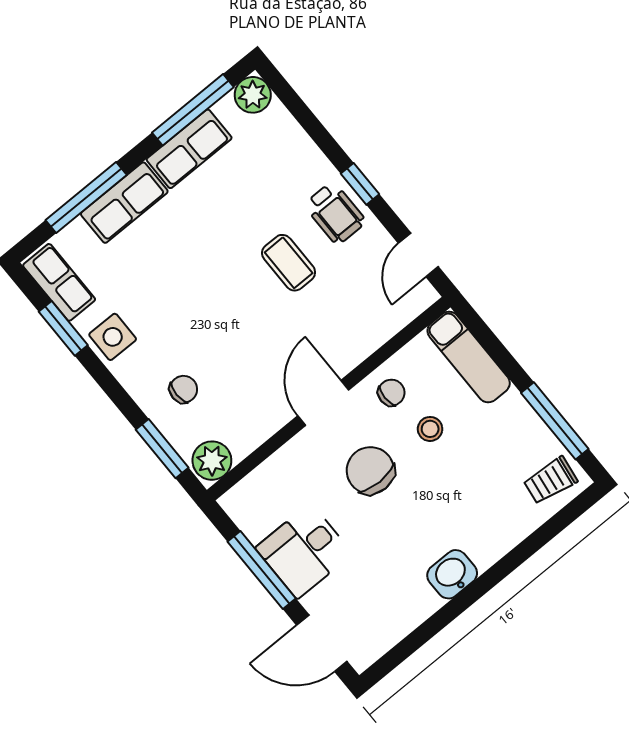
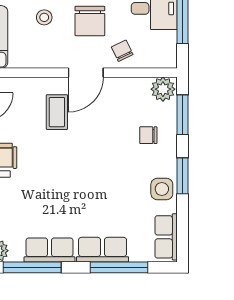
coffee table: (289, 263) -> (57, 112), moved
window: (63, 328) -> (182, 176), moved
chair: (391, 393) -> (122, 51), moved, turned 64

